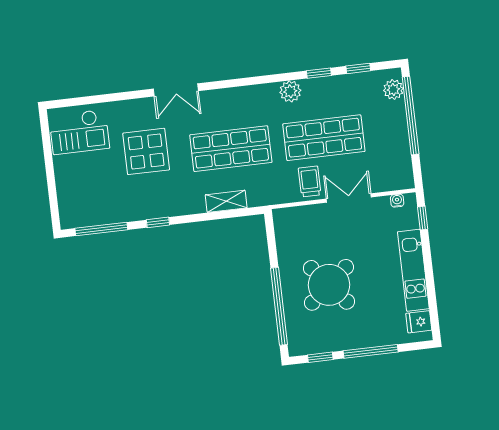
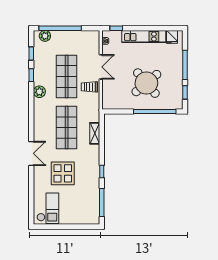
double door: (349, 198) -> (101, 67), swing flipped

